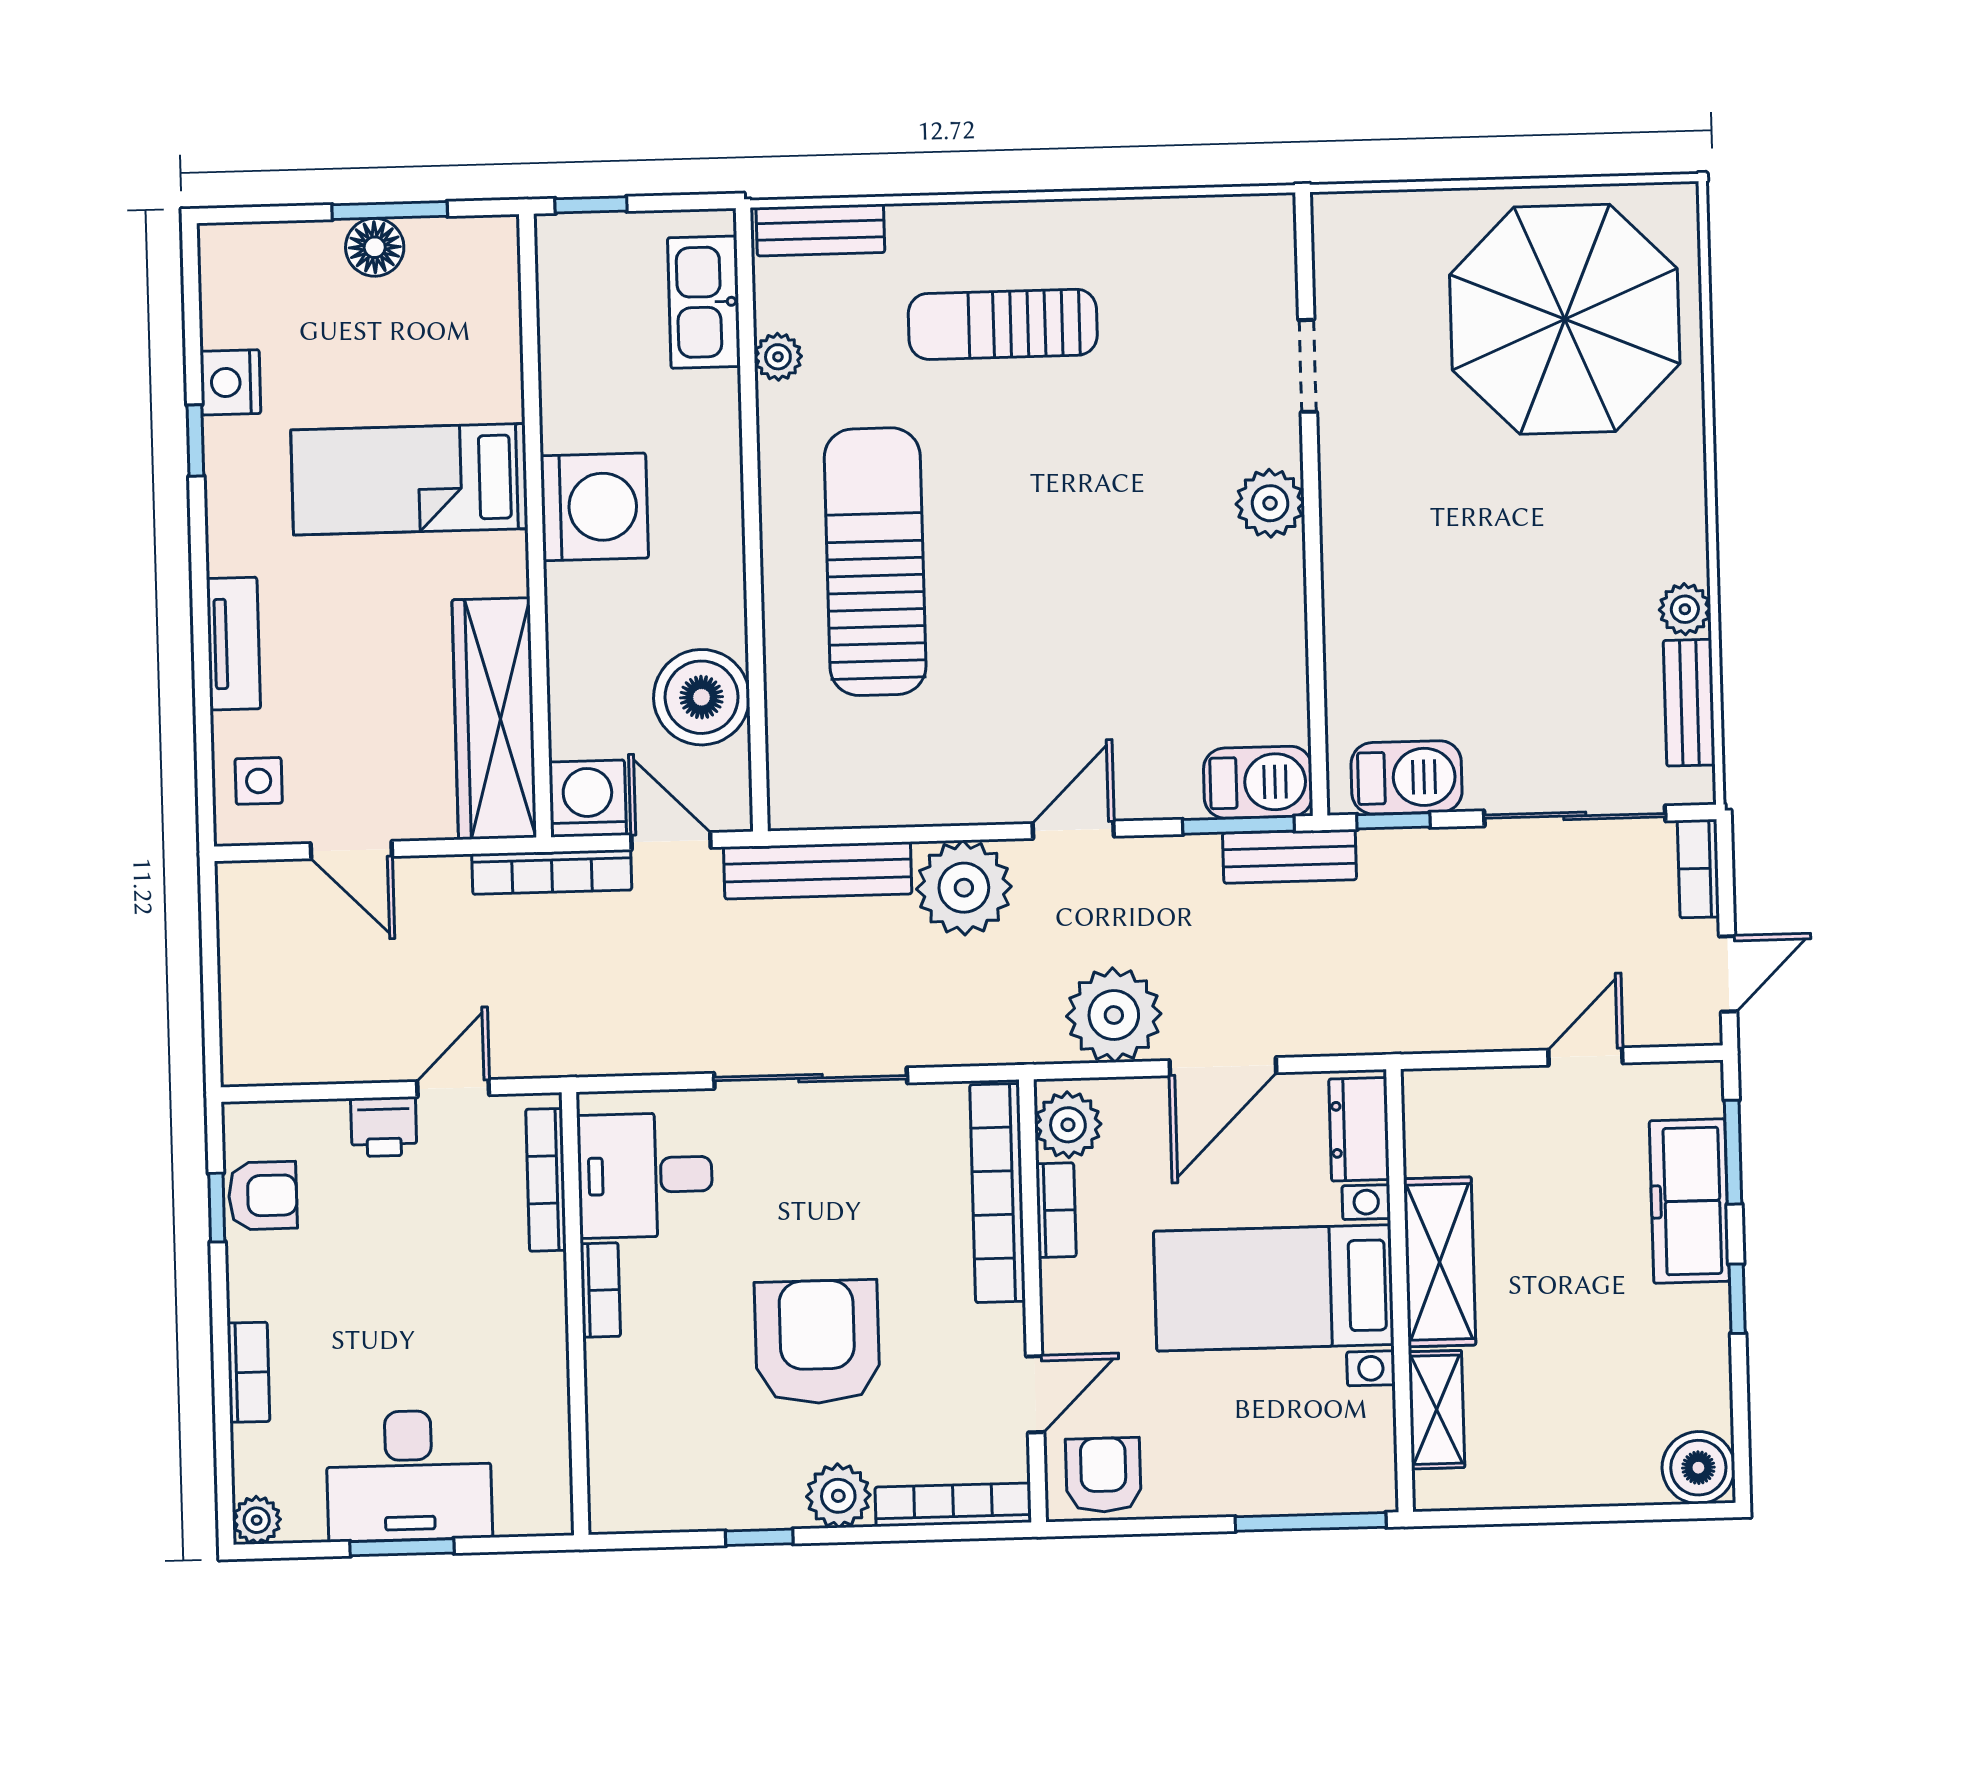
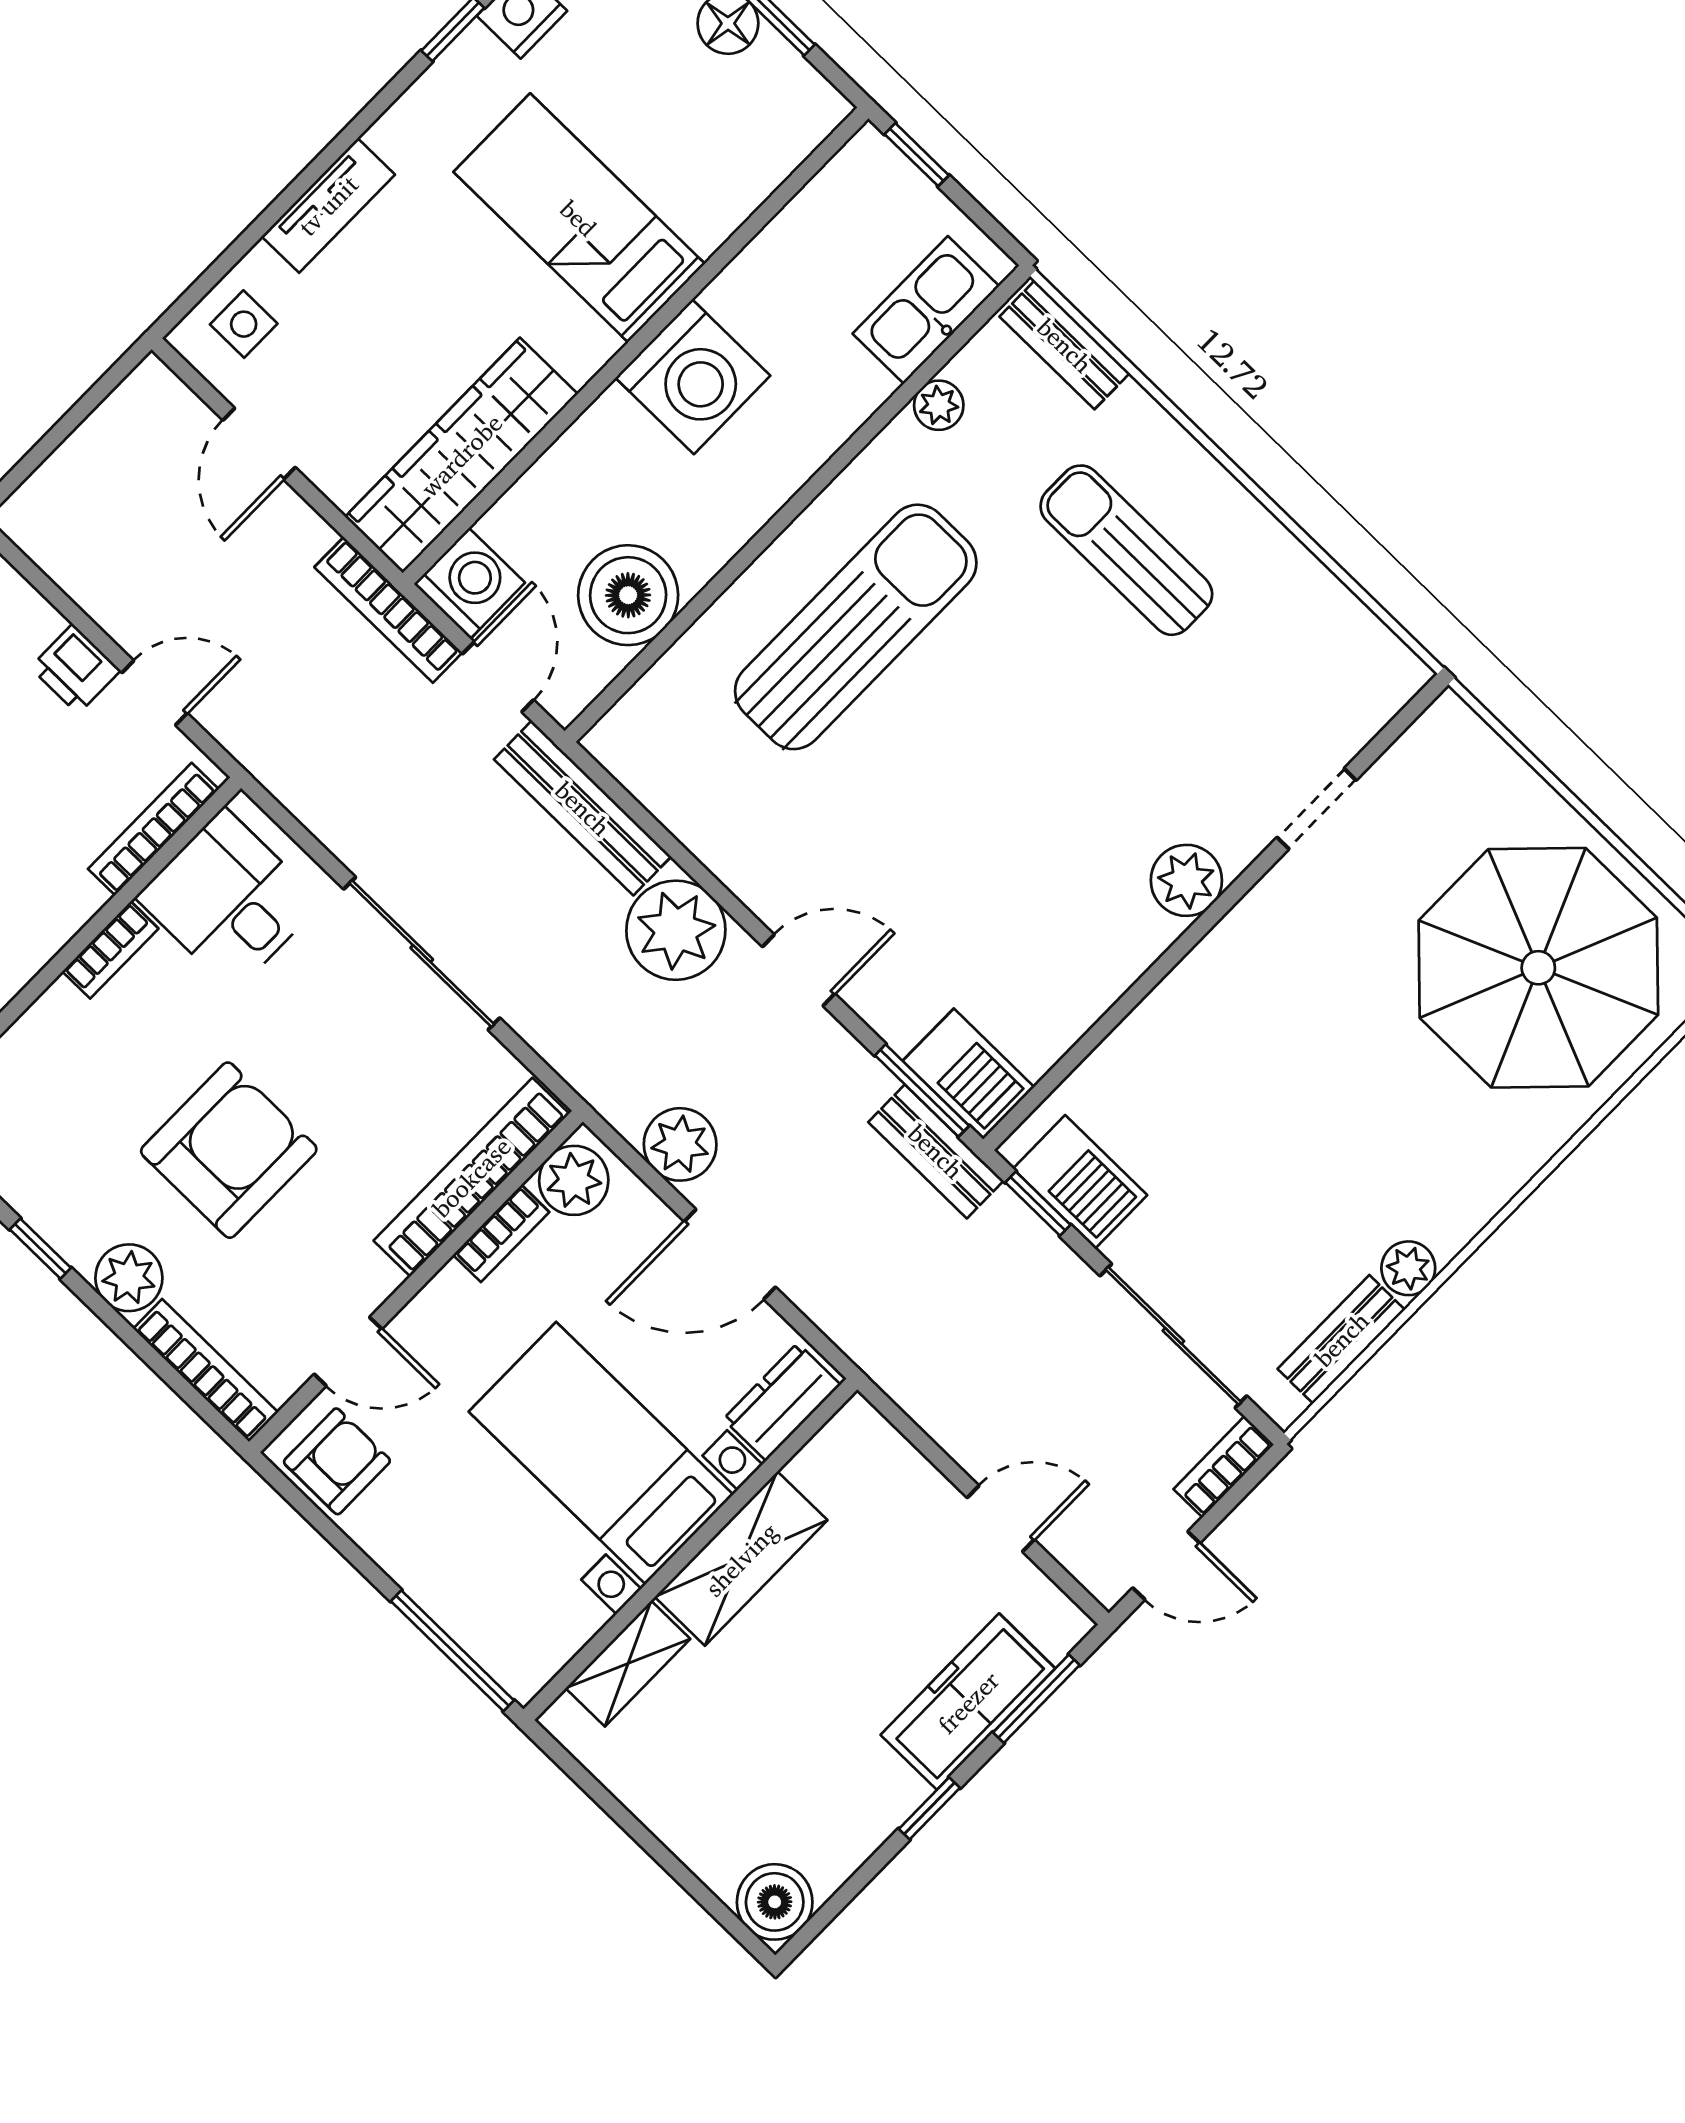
plant: (1114, 1015) -> (680, 1144), width x0.73, depth x0.73

